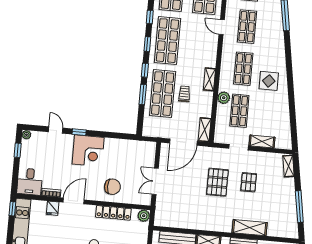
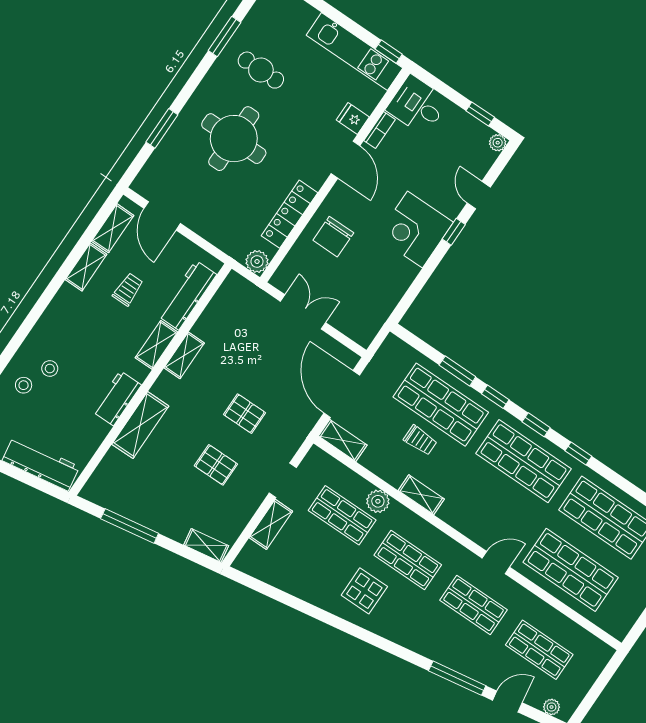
door: (56, 130) -> (479, 195), swing flipped
pallet: (217, 182) -> (245, 414), width x0.67, depth x0.71
shelving: (206, 225) -> (184, 355), added

